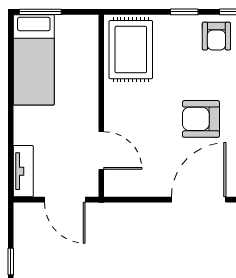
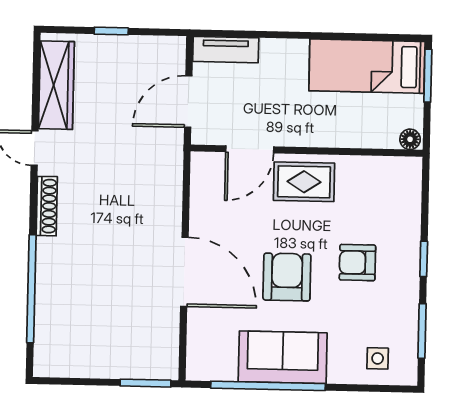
floor lamp: (91, 25) -> (410, 139), added
armchair: (216, 36) -> (357, 263), moved
rug: (131, 50) -> (304, 182), moved, width x0.73, depth x0.70

